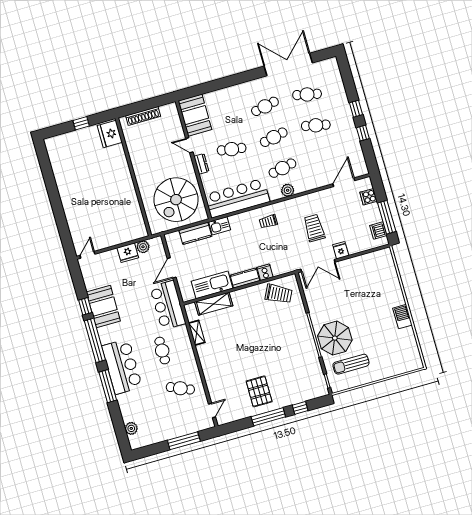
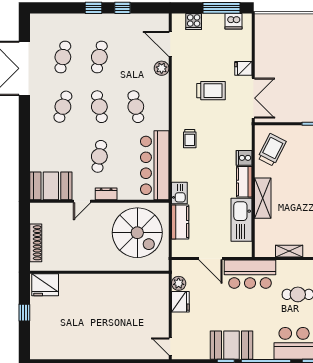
cafe table: (265, 106) -> (63, 107), turned 30
plant: (288, 190) -> (162, 68), moved
trolley: (314, 228) -> (211, 91), turned 180
shelving: (214, 304) -> (263, 198), moved

